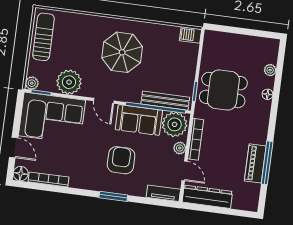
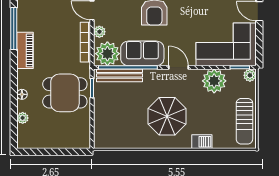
barbecue: (190, 35) -> (202, 142), moved
piano: (255, 163) -> (25, 50), moved

